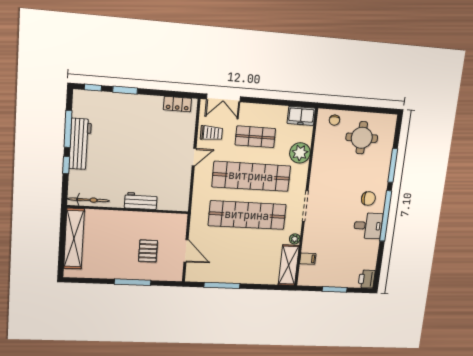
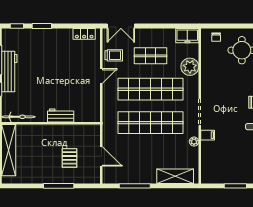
filing cabinet: (308, 259) -> (208, 135), moved
shelving: (289, 265) -> (175, 176), moved, turned 90

